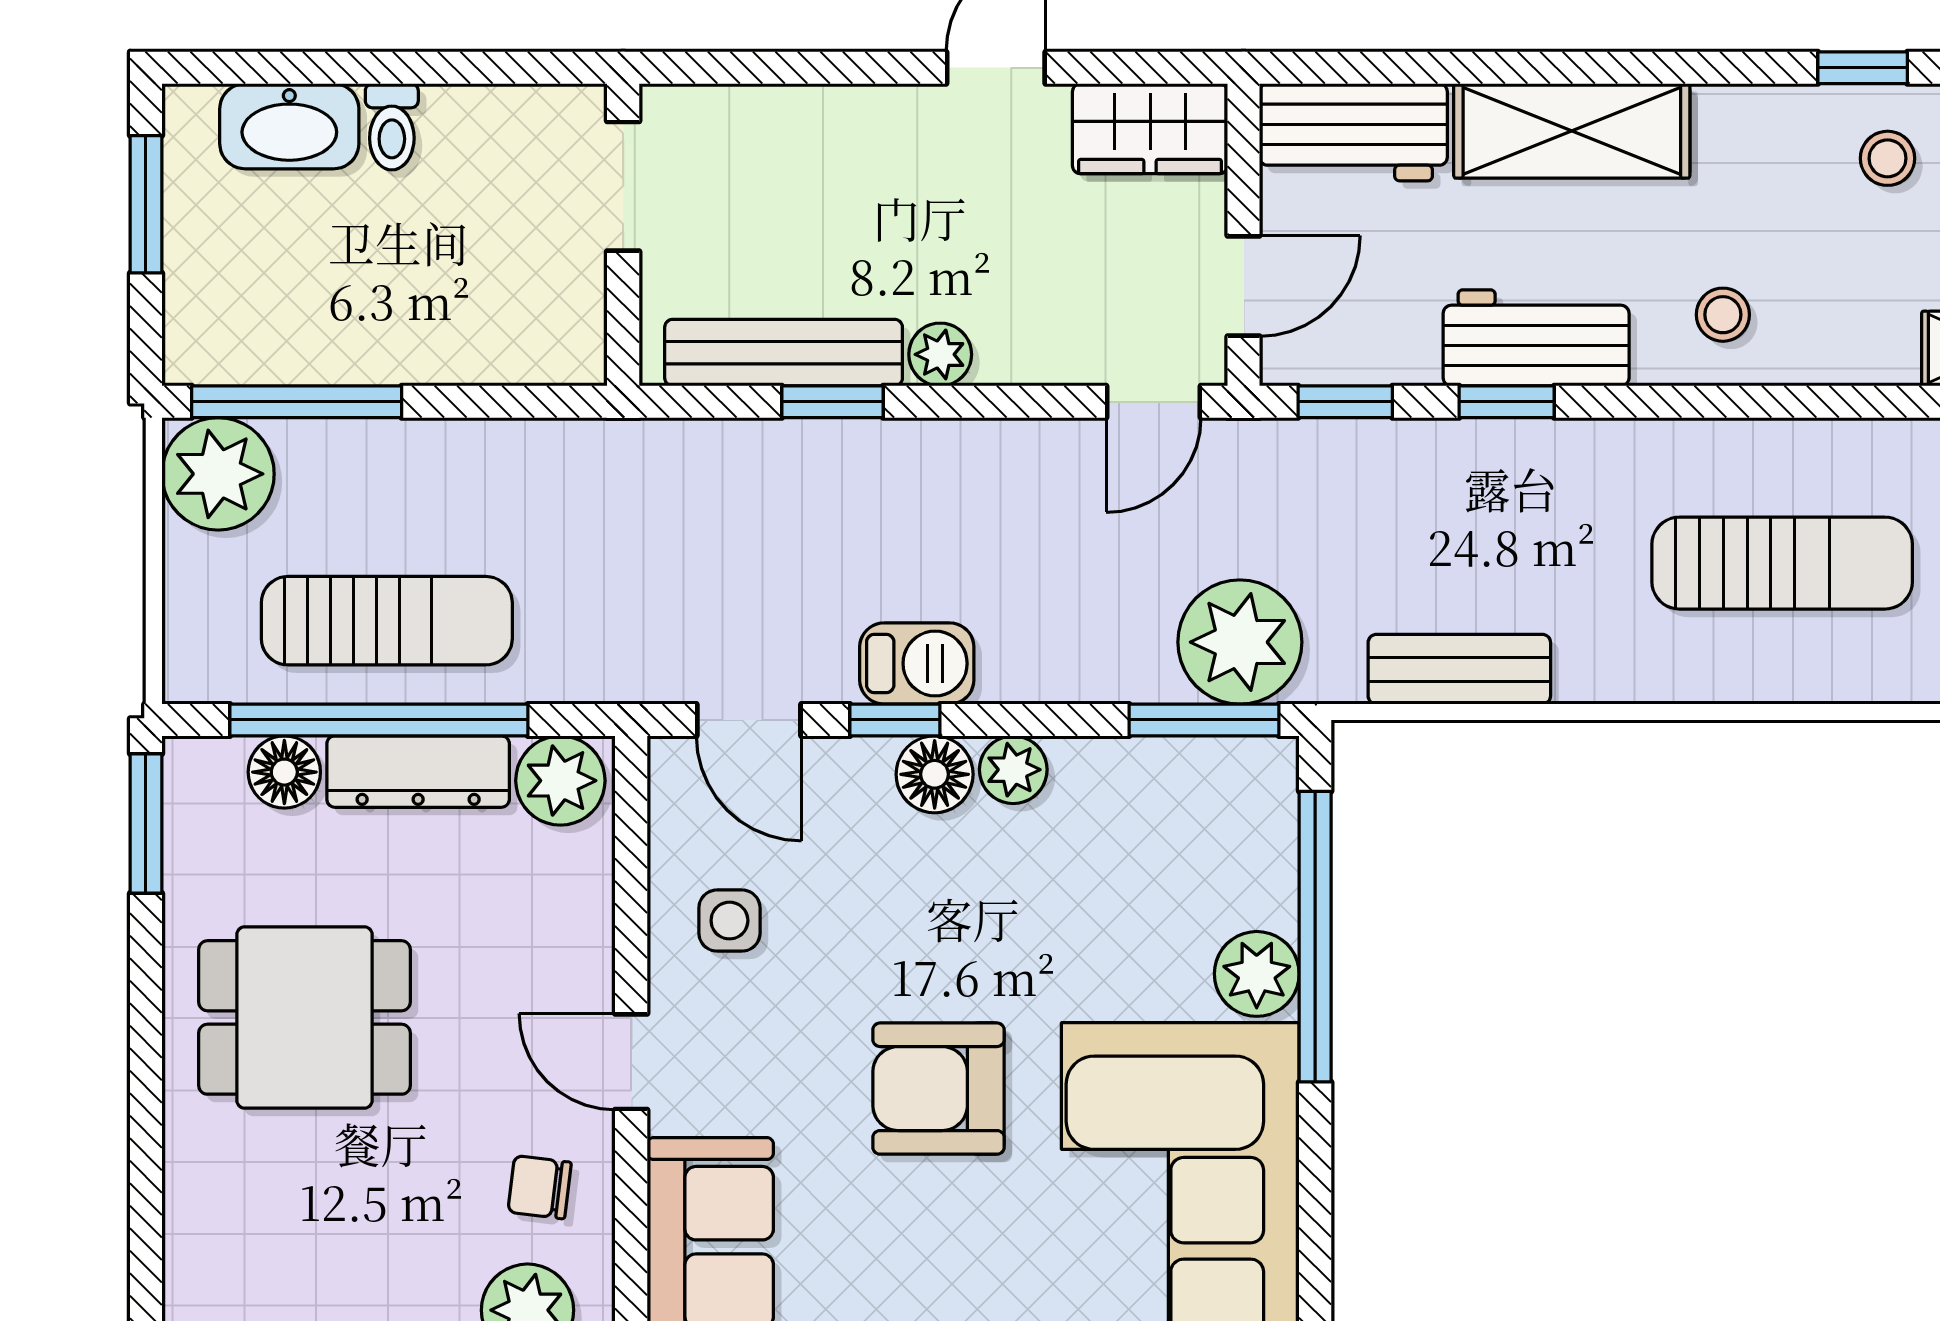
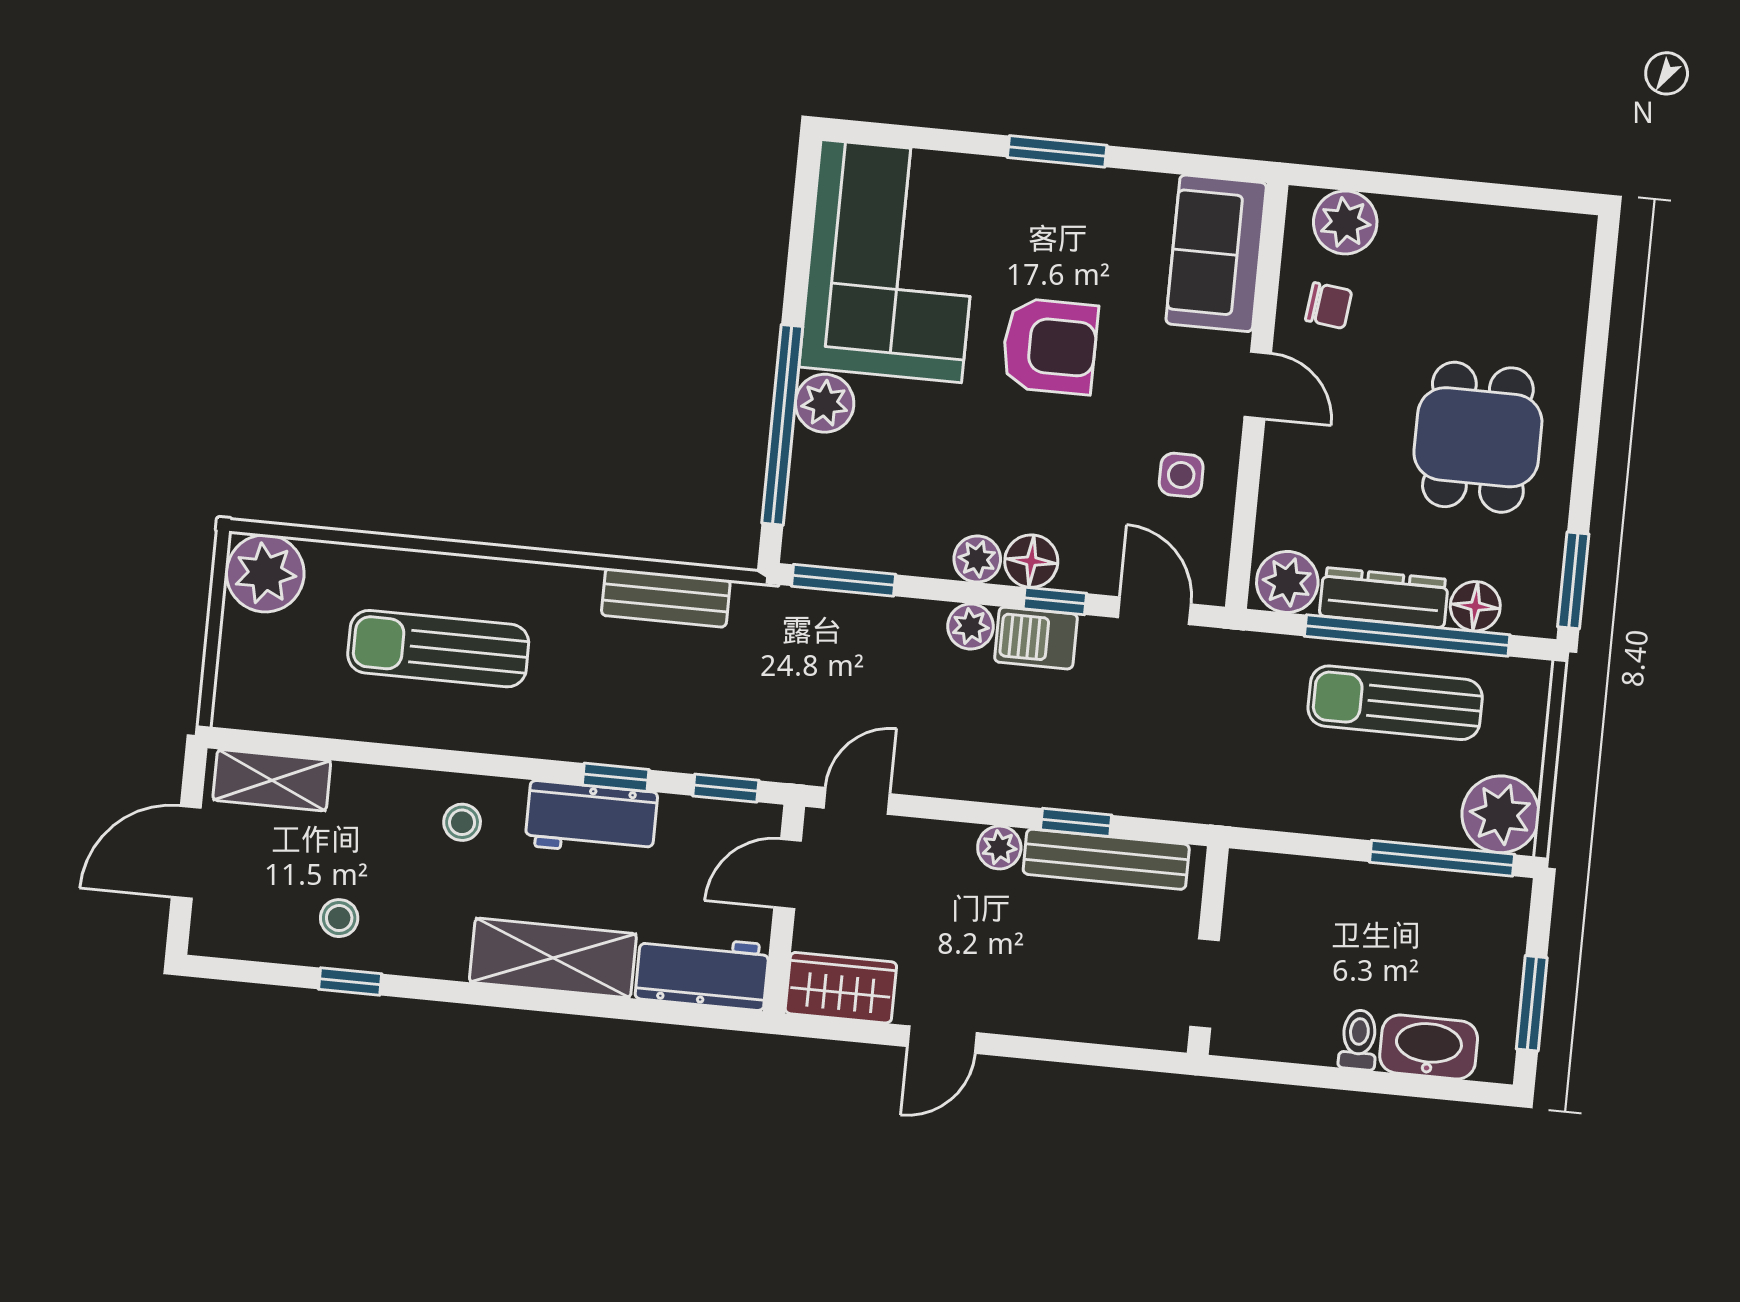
plant: (1240, 642) -> (971, 626), moved, width x0.53, depth x0.53
dining table: (304, 1017) -> (1478, 437), turned 90

